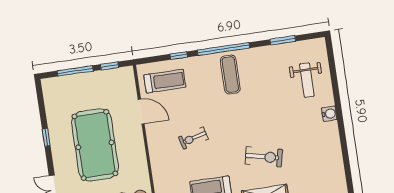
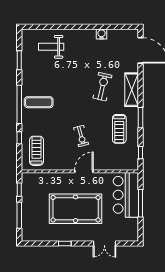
weight bench: (307, 80) -> (51, 47), turned 180
door: (141, 111) -> (84, 171), moved
water cooler: (329, 114) -> (101, 34), moved

